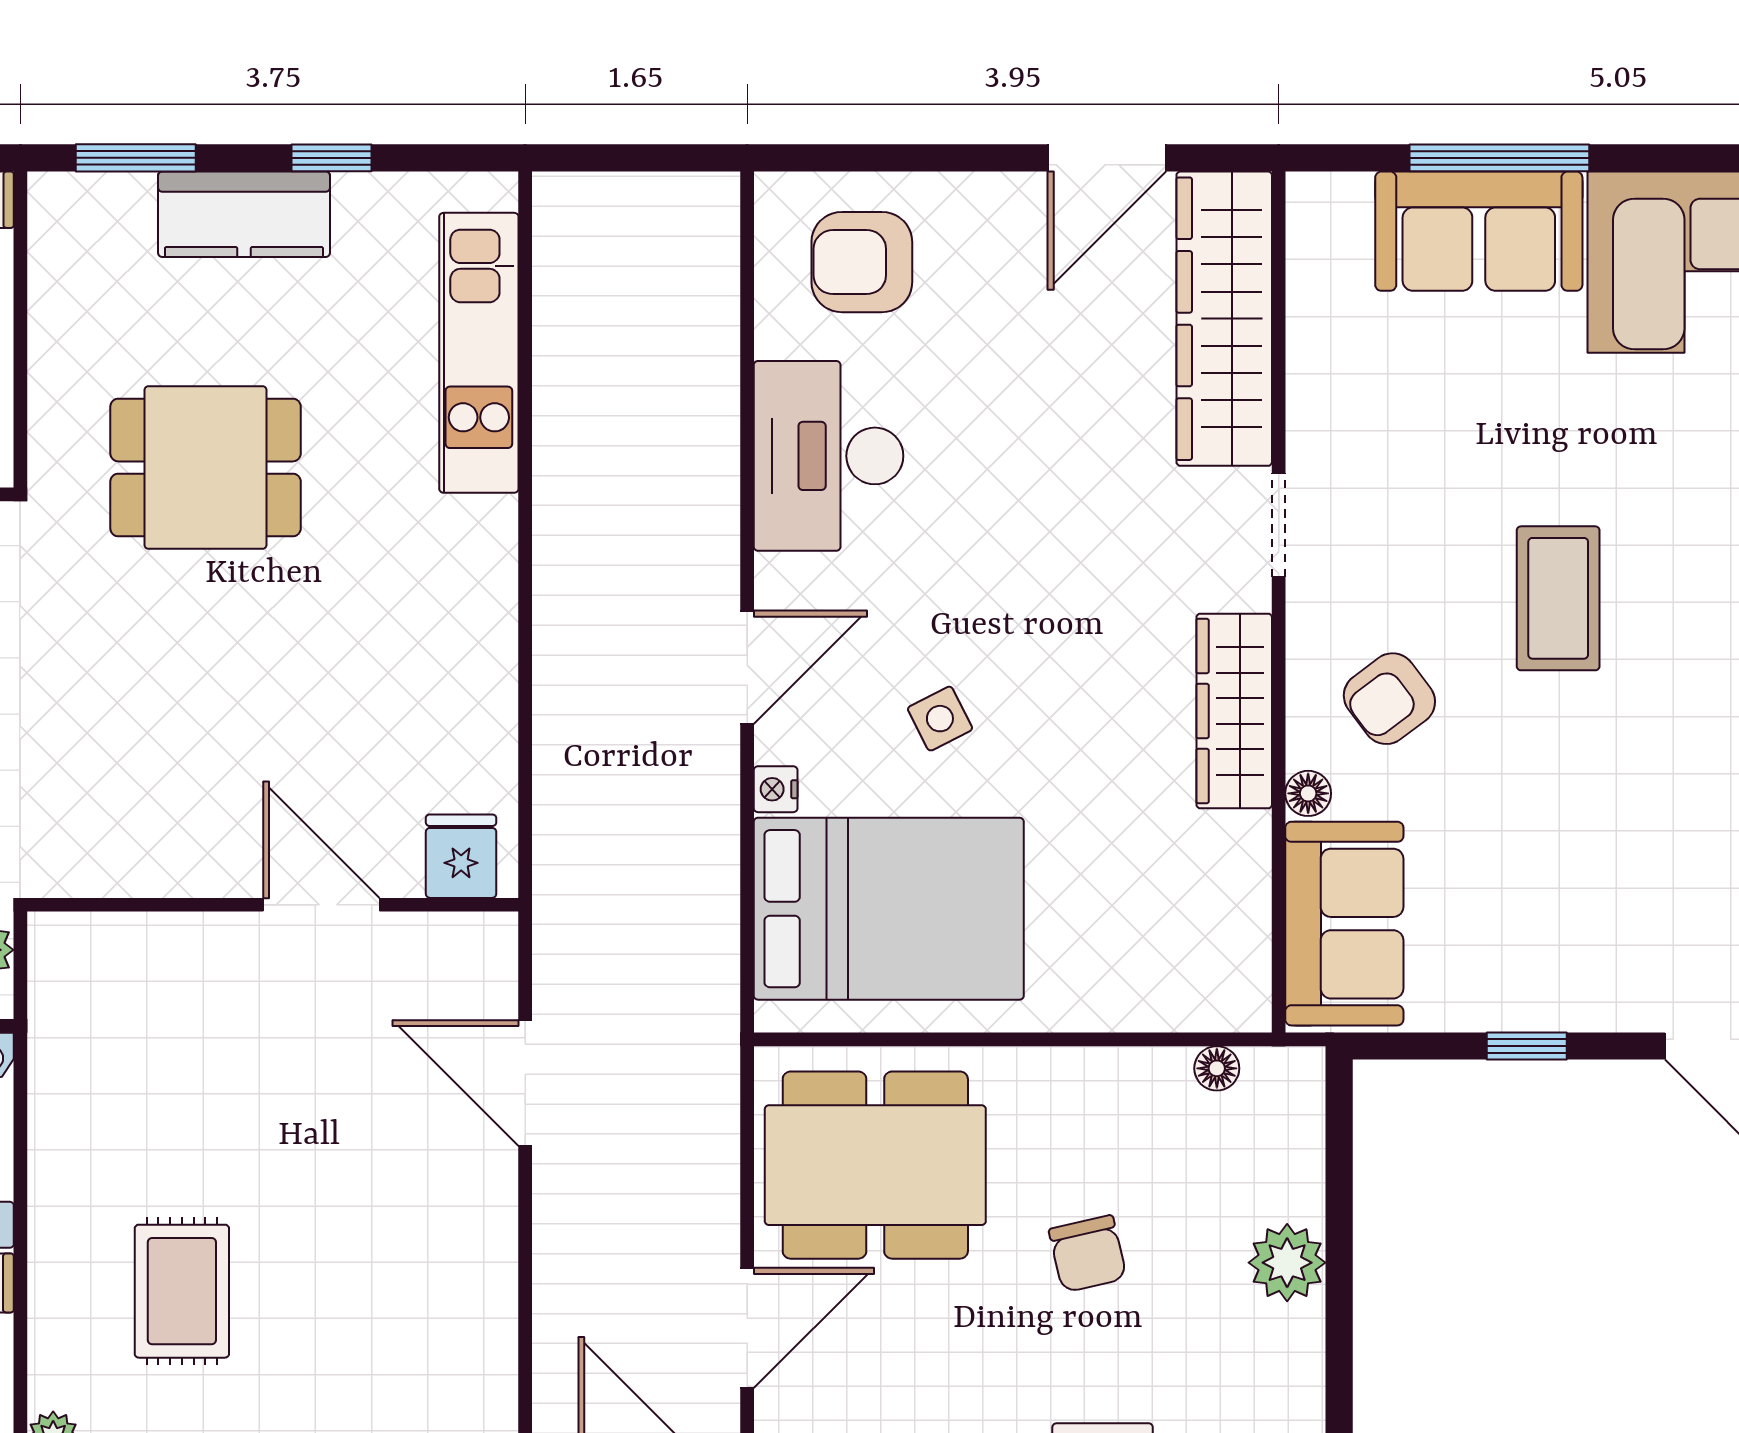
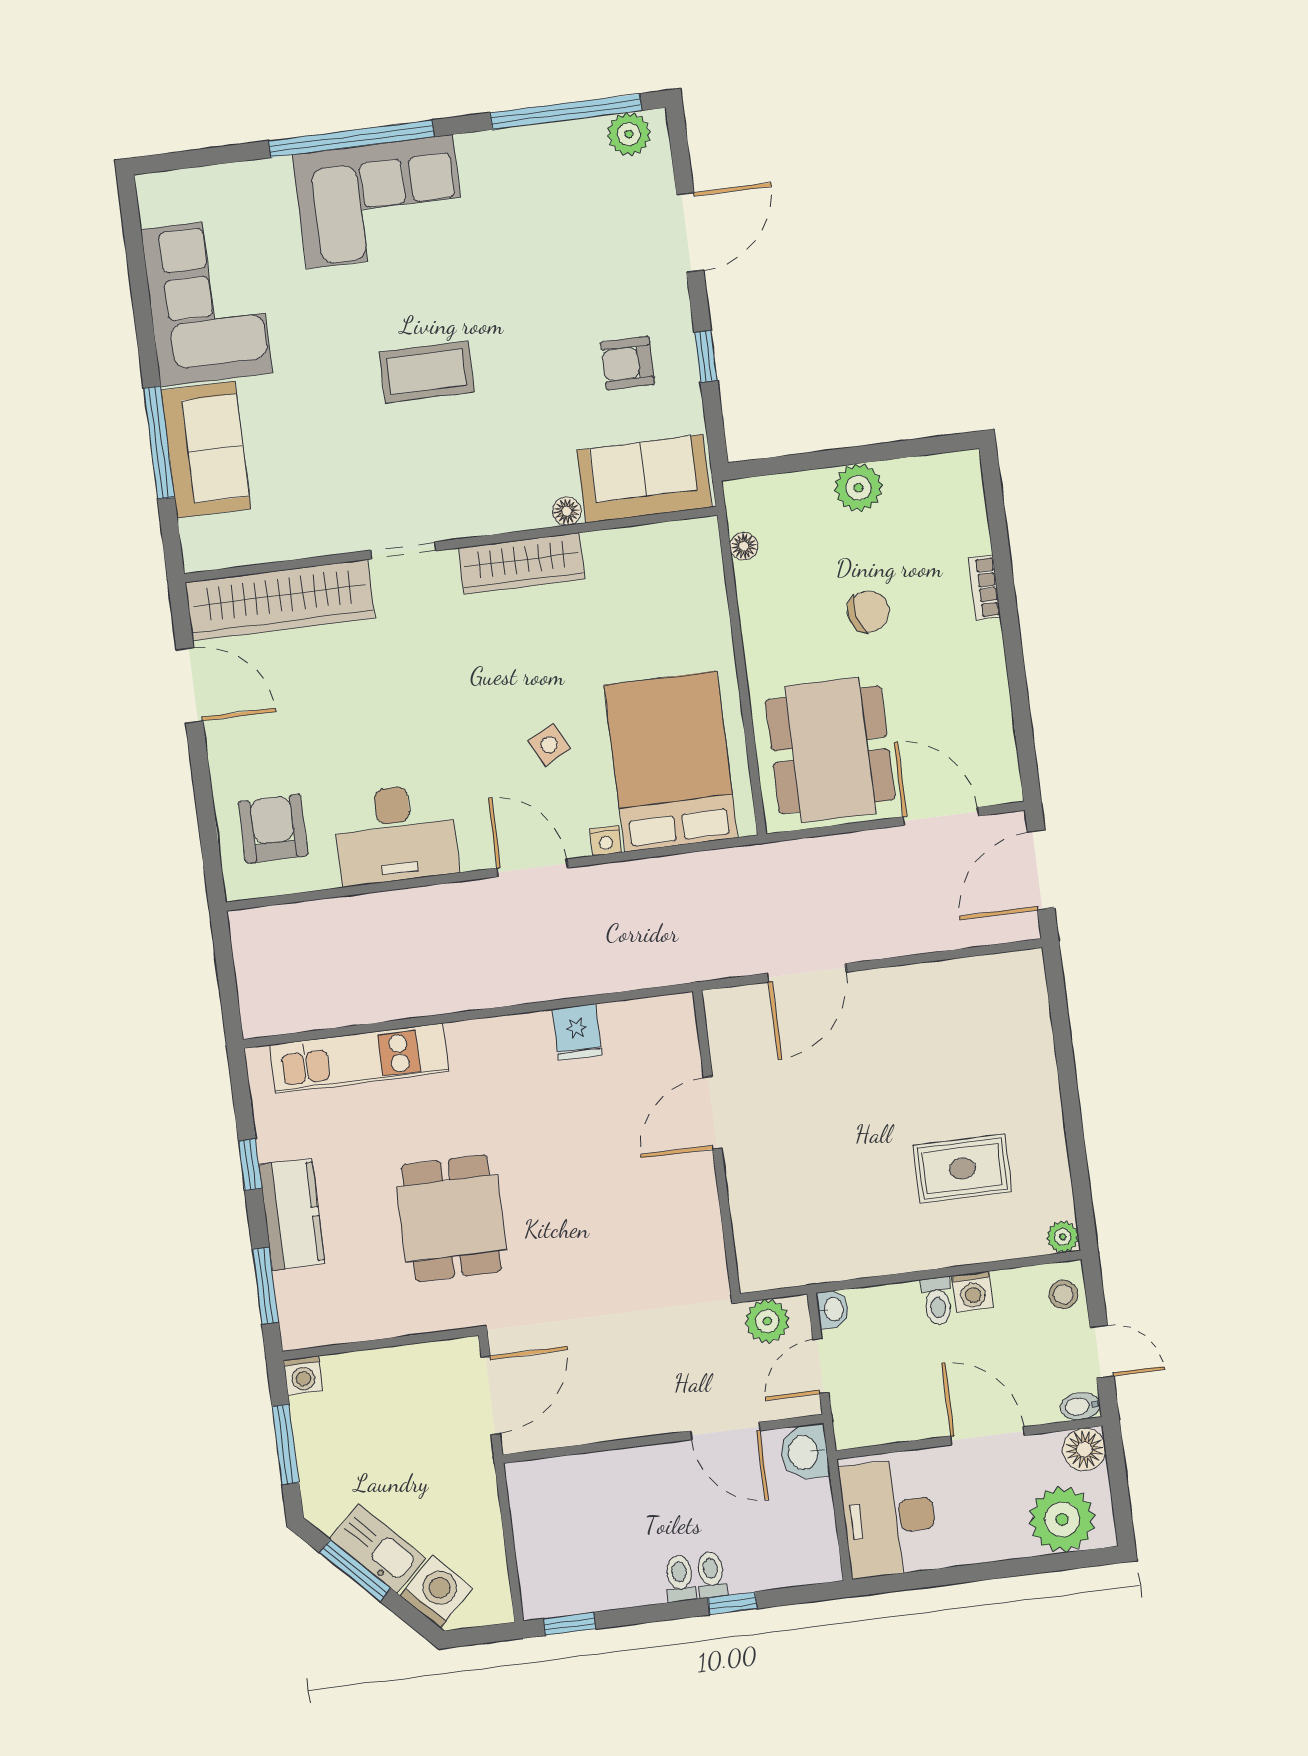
armchair: (862, 262) -> (273, 829), turned 180
armchair: (1389, 699) -> (628, 363), moved, turned 127
fridge: (461, 856) -> (577, 1032), moved, turned -90

